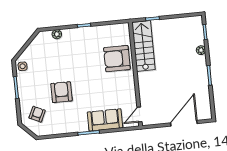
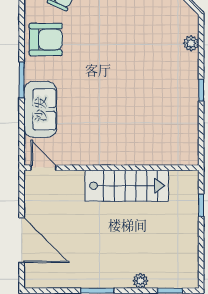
stairs: (143, 46) -> (127, 186), moved
armchair: (117, 59) -> (140, 139), removed
armchair: (61, 92) -> (46, 39), moved

